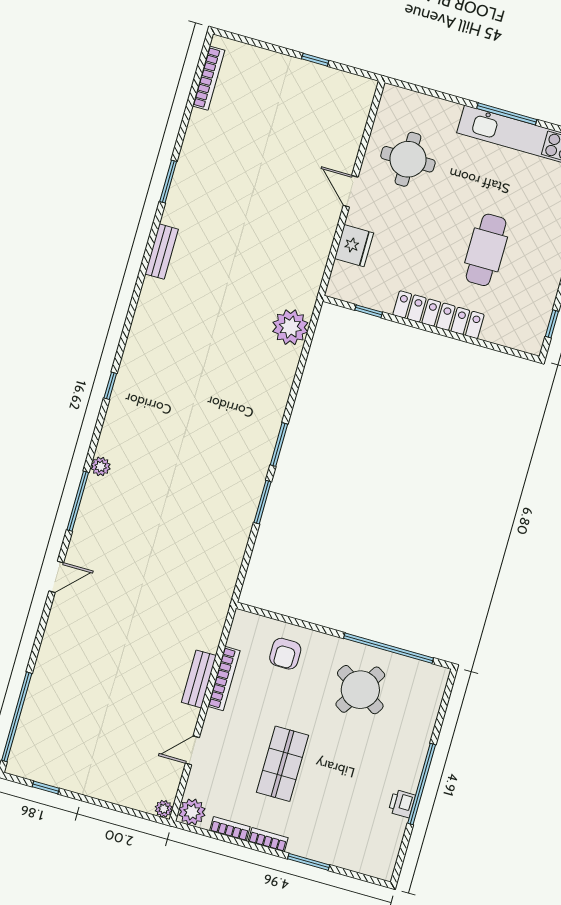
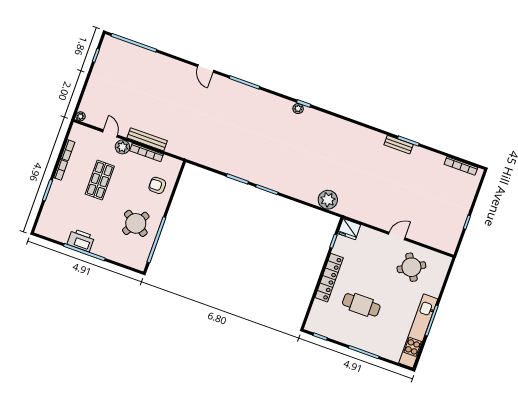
round table: (408, 159) -> (411, 267), turned -30
fridge: (354, 246) -> (349, 229), moved
bench: (162, 252) -> (399, 145), moved
plant: (101, 466) -> (298, 109), moved
bench: (199, 679) -> (147, 139), width x1.36
shop shelf: (282, 764) -> (100, 180), turned 90
printer: (402, 804) -> (81, 240), width x1.87, depth x1.48
plant: (192, 812) -> (122, 147), moved

